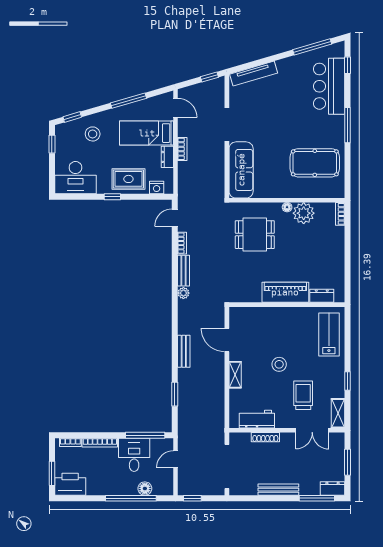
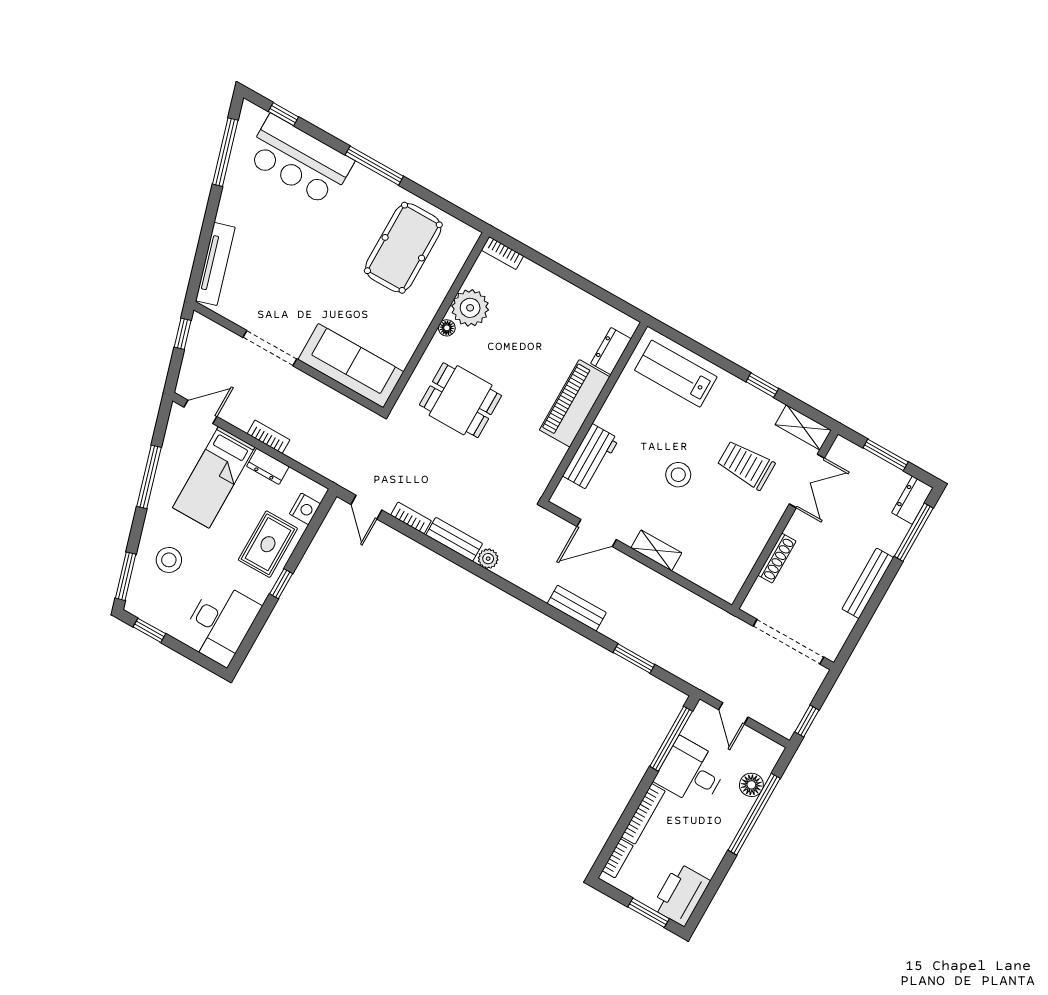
window: (72, 117) -> (126, 576), width x1.50
dining table: (255, 235) -> (461, 400), turned 90
workbench: (257, 419) -> (591, 457), moved, turned 180

